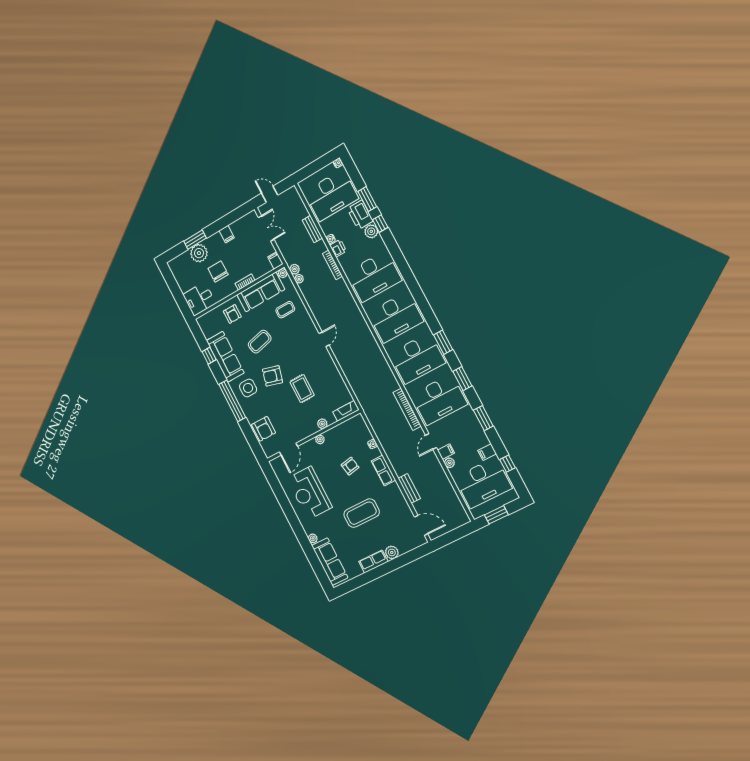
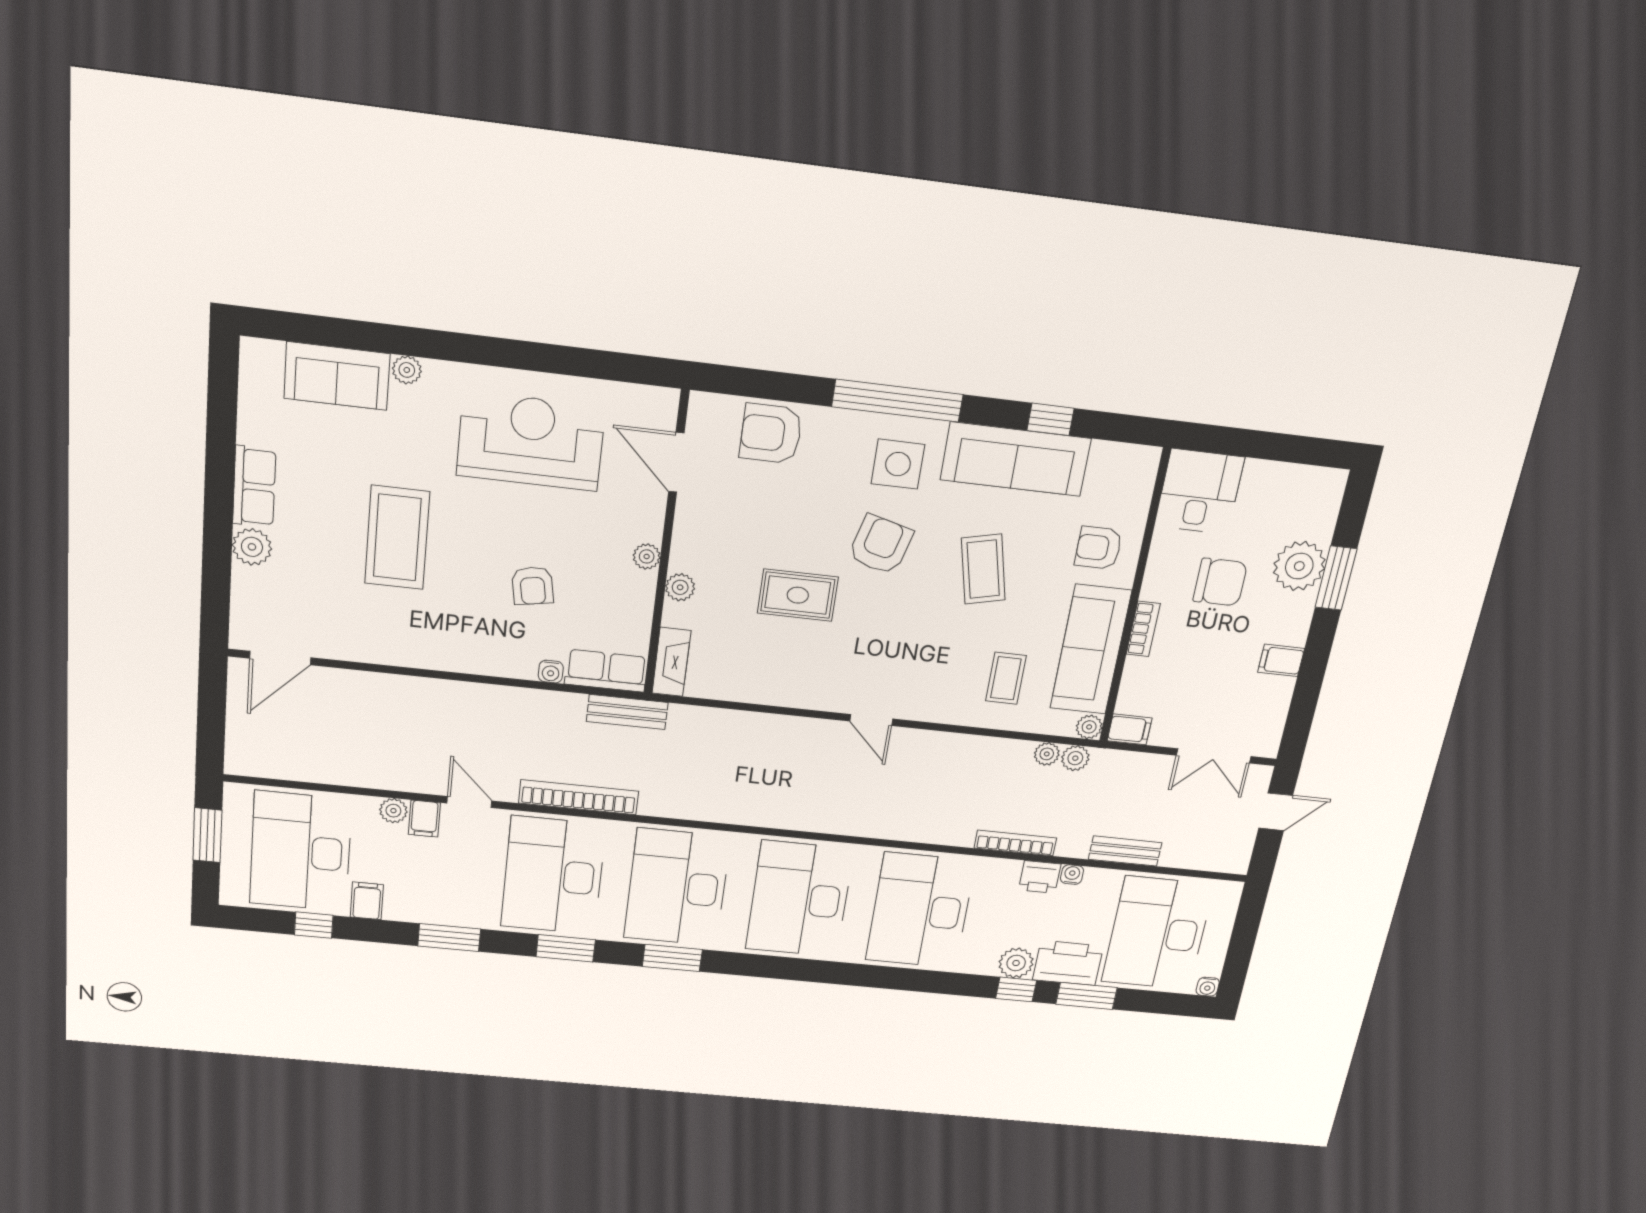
row of seats: (384, 471) -> (606, 671), moved
bench: (409, 488) -> (627, 712), moved
sofa: (330, 562) -> (337, 376), width x0.73

